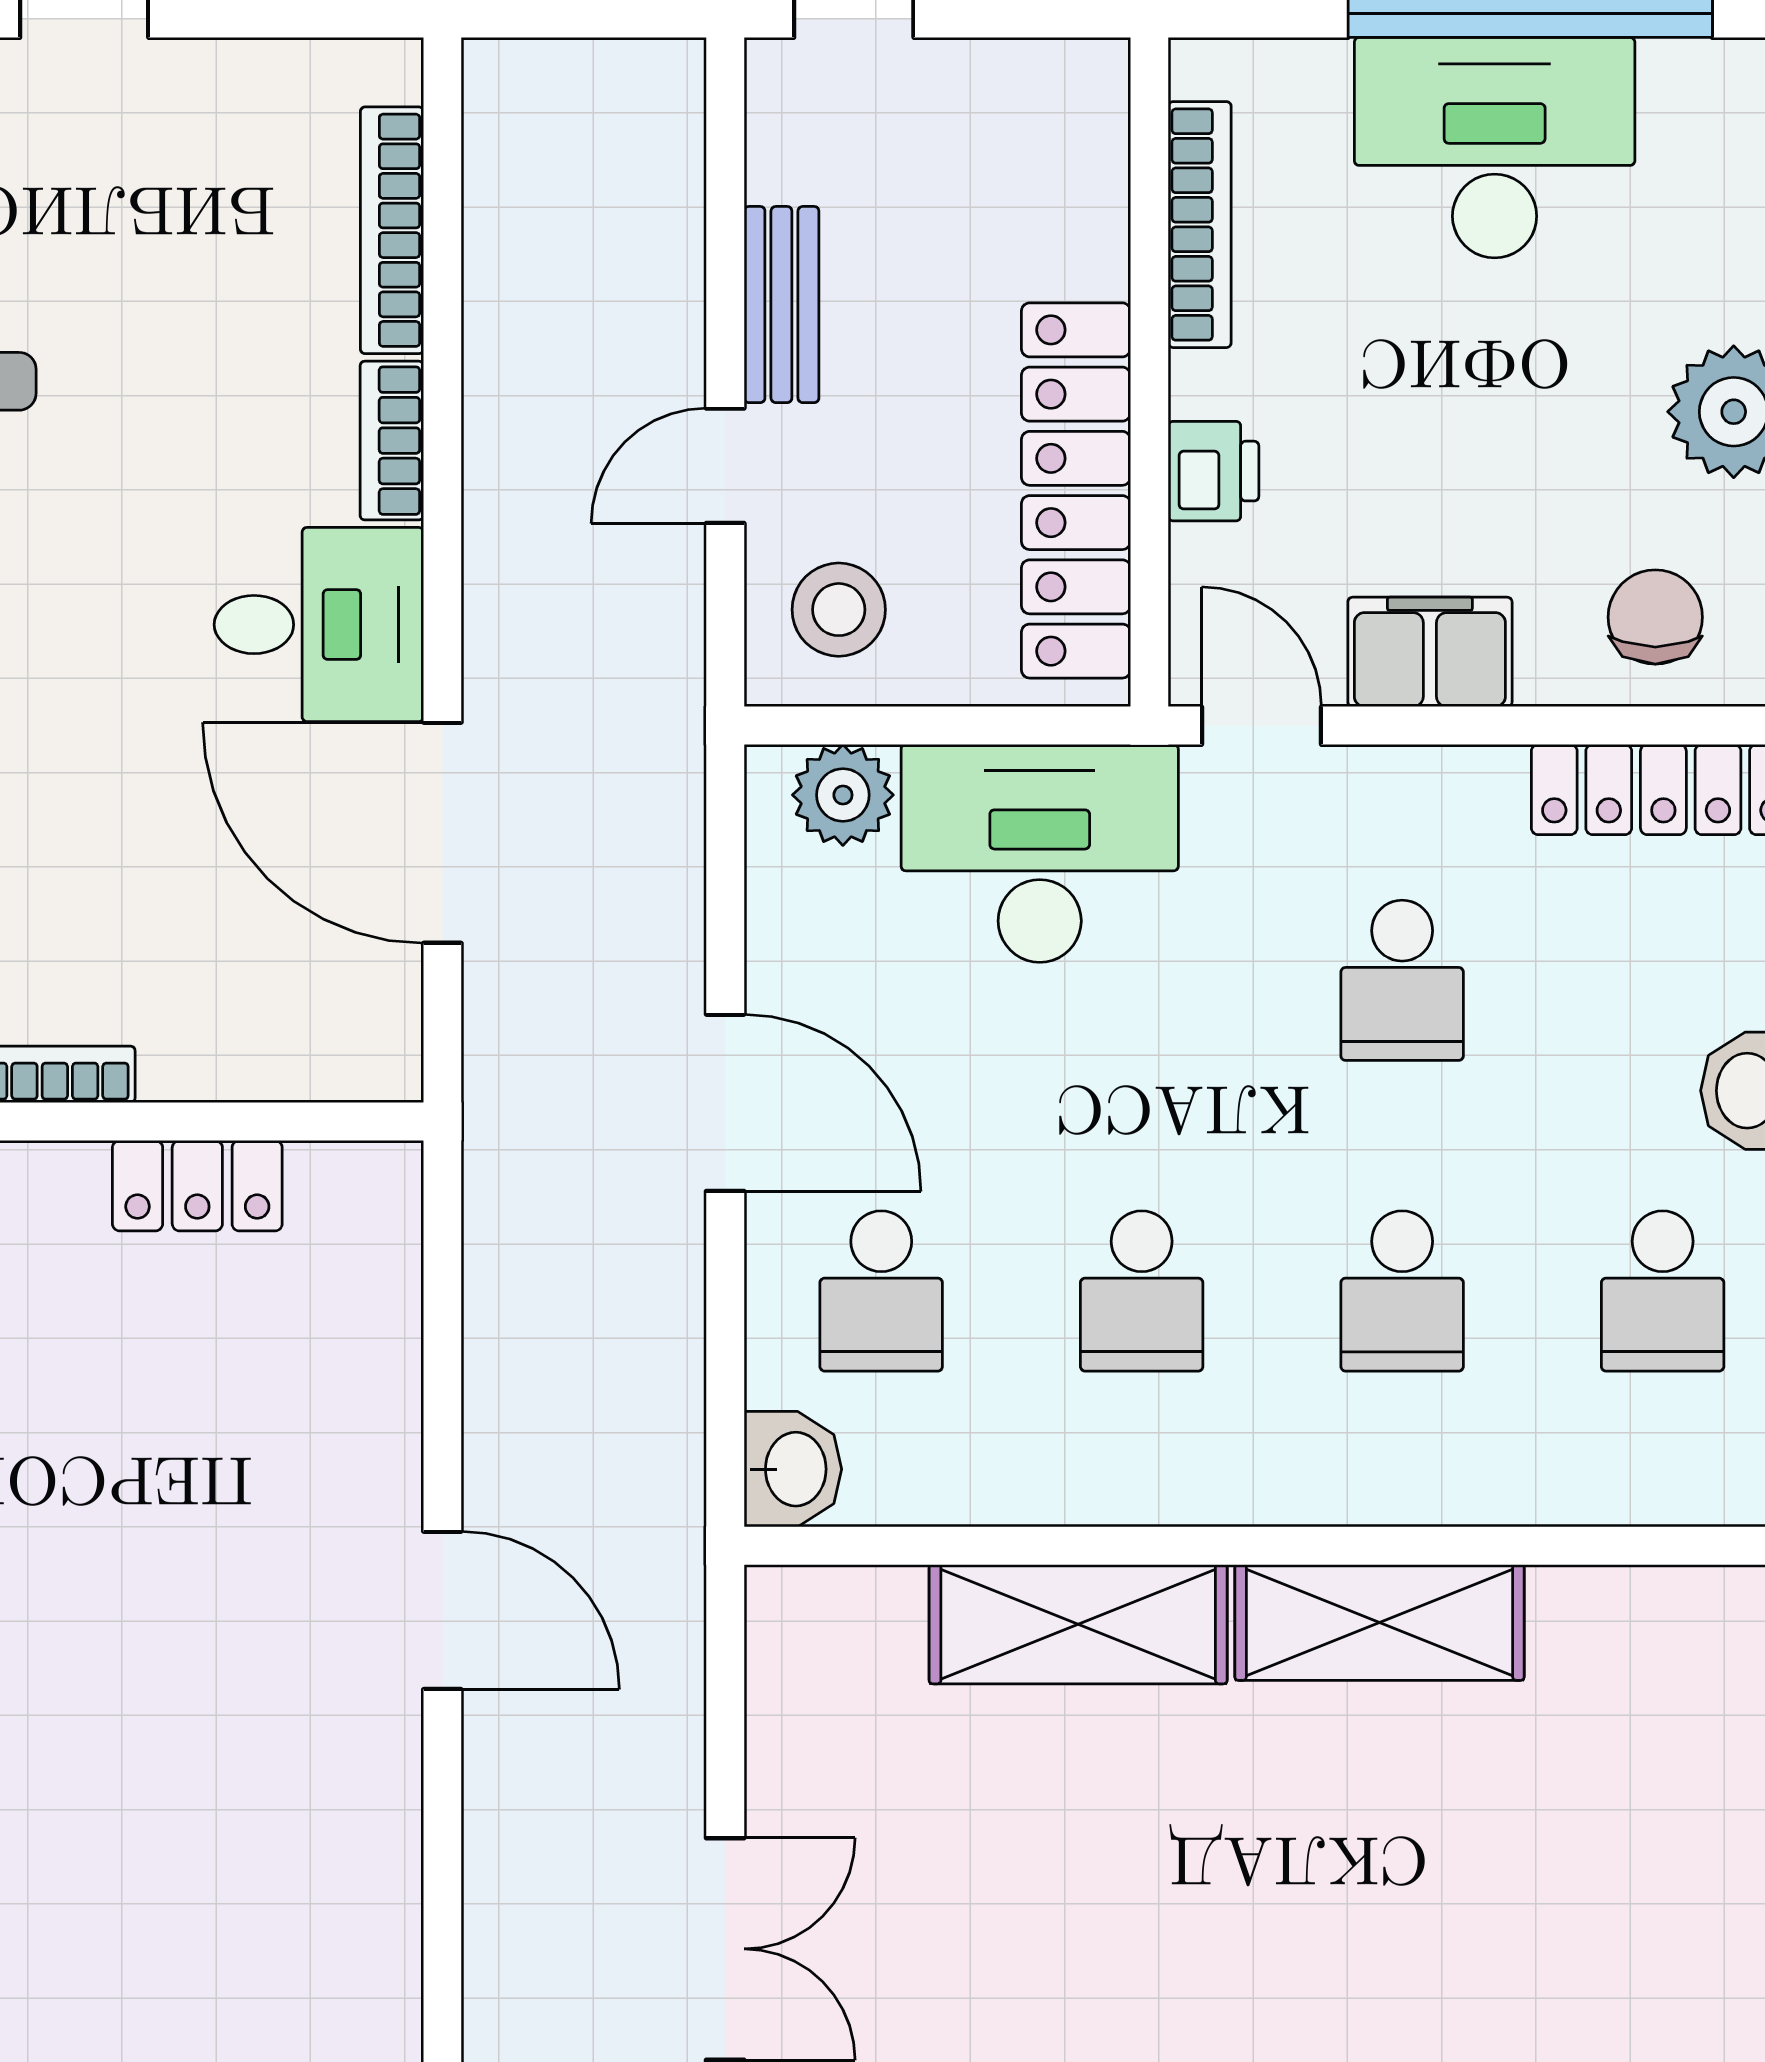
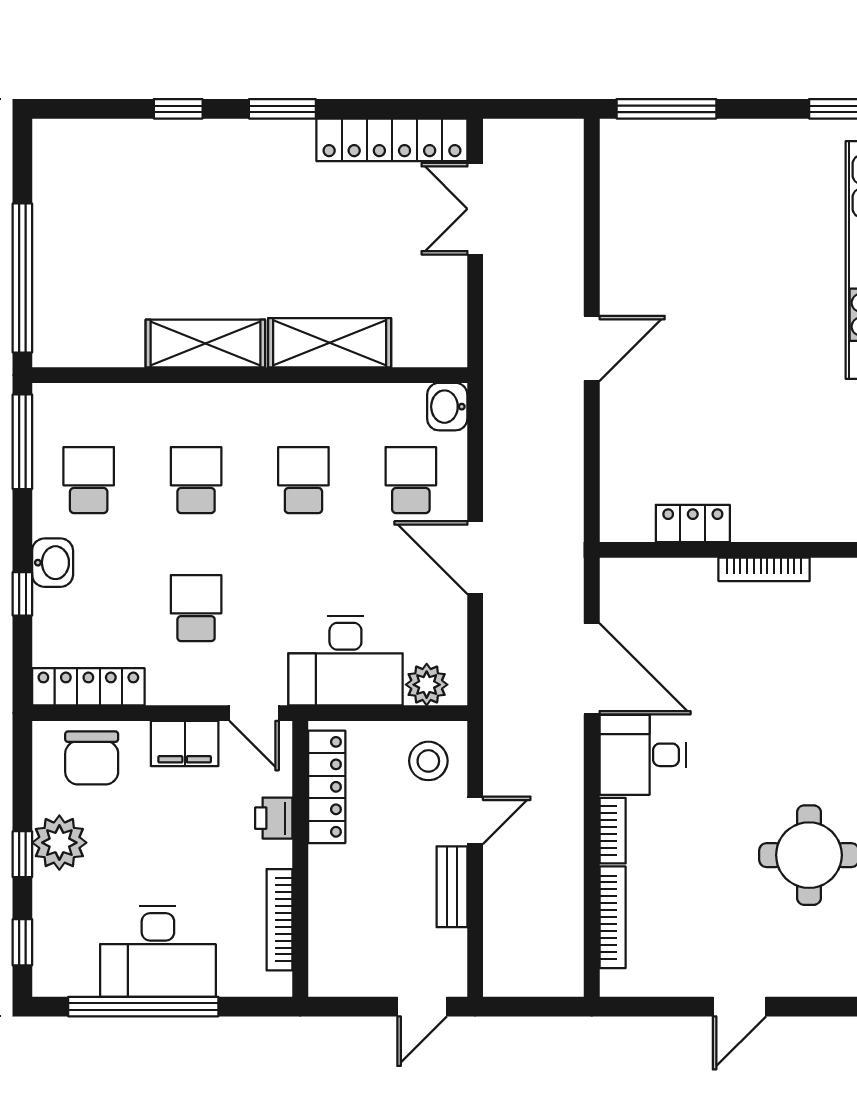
locker: (1076, 490) -> (327, 787), width x0.71, depth x0.83
chair: (1655, 617) -> (92, 758), width x1.37, depth x1.37
door: (442, 1610) -> (592, 348), swing flipped

